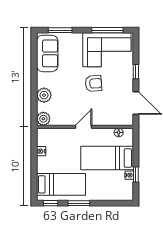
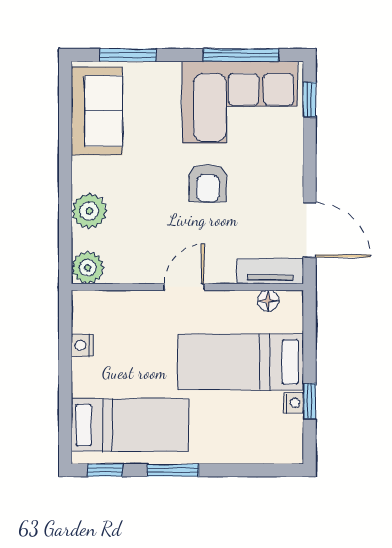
window: (136, 72) -> (310, 99), moved
armchair: (93, 83) -> (208, 183), turned 94
tv unit: (119, 120) -> (270, 271), added

